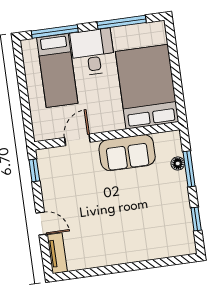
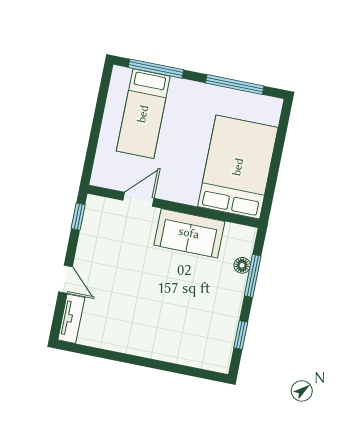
desk: (93, 52) -> (190, 107), removed

